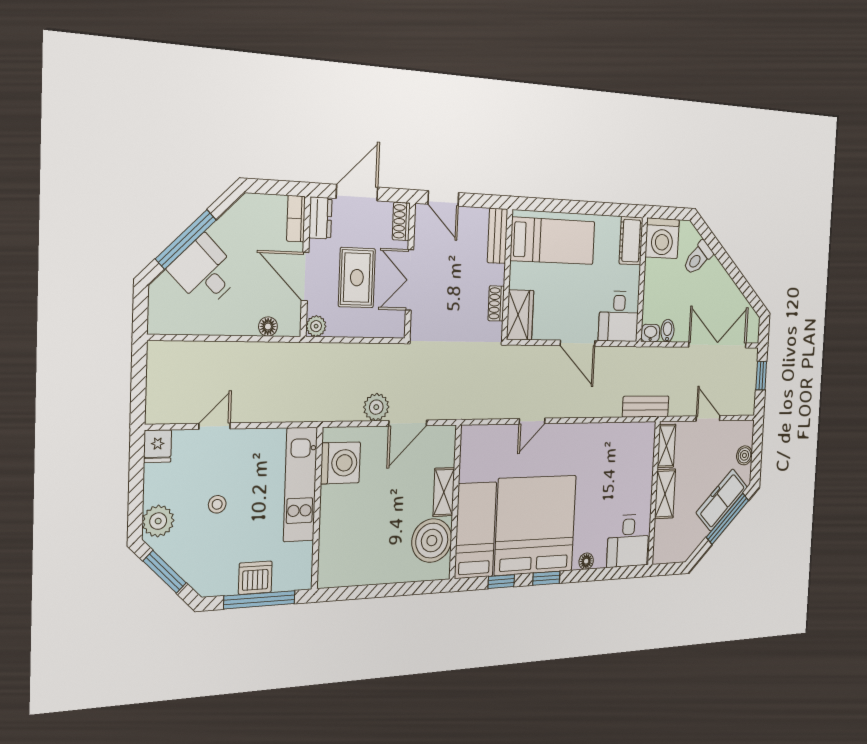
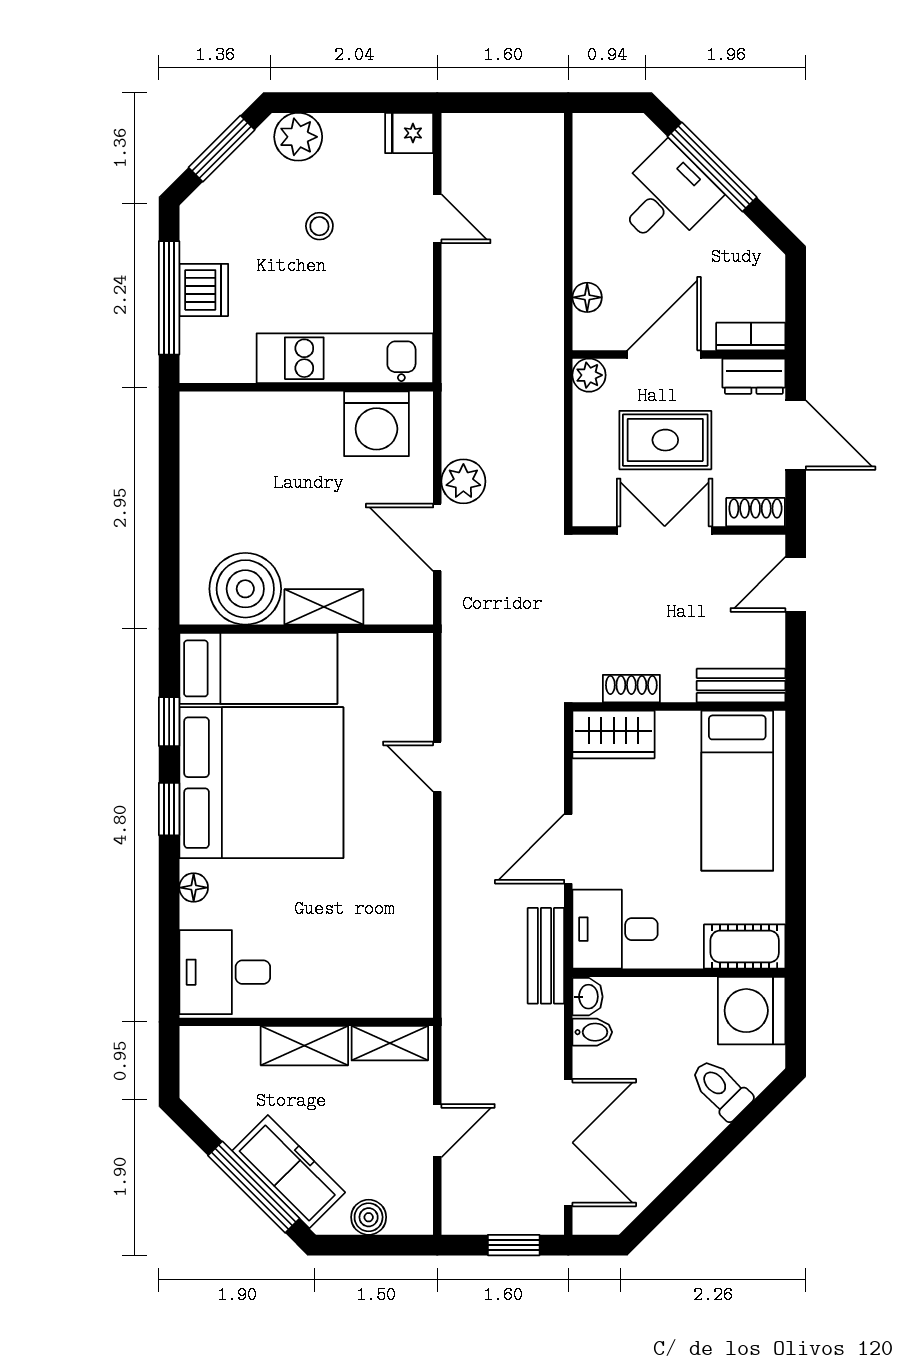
bench: (646, 407) -> (546, 956), moved

